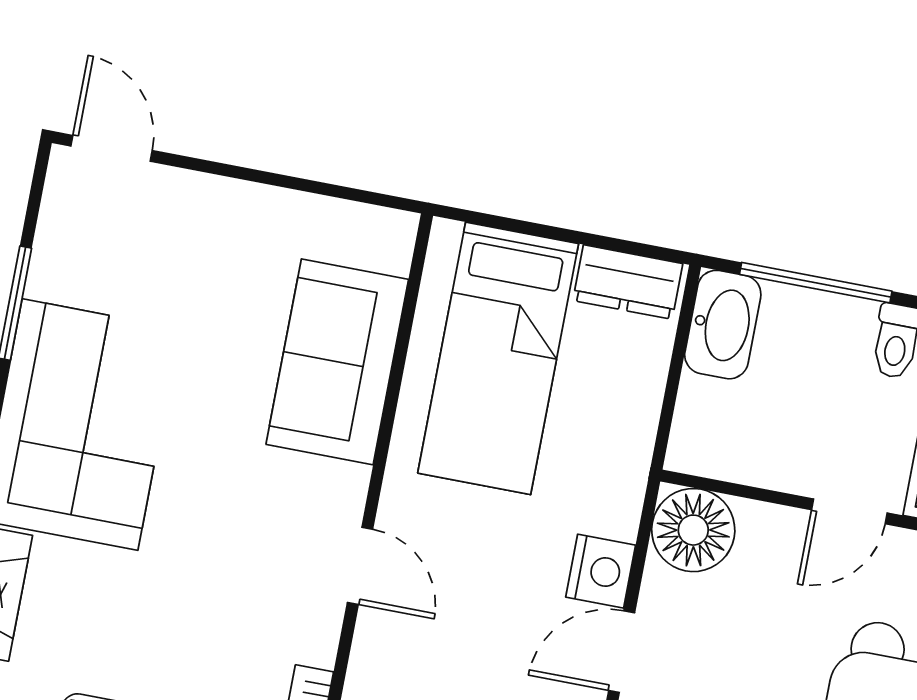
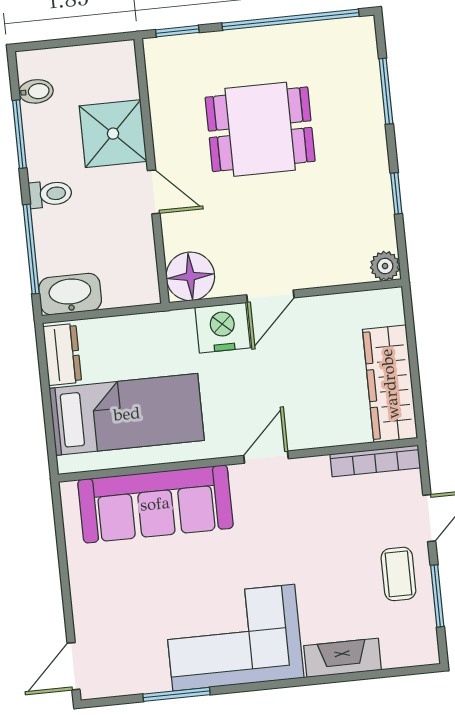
sofa: (337, 362) -> (155, 504), width x1.36
nightstand: (601, 571) -> (223, 328), width x1.36, depth x1.33
door: (622, 652) -> (270, 296), hinge flipped

